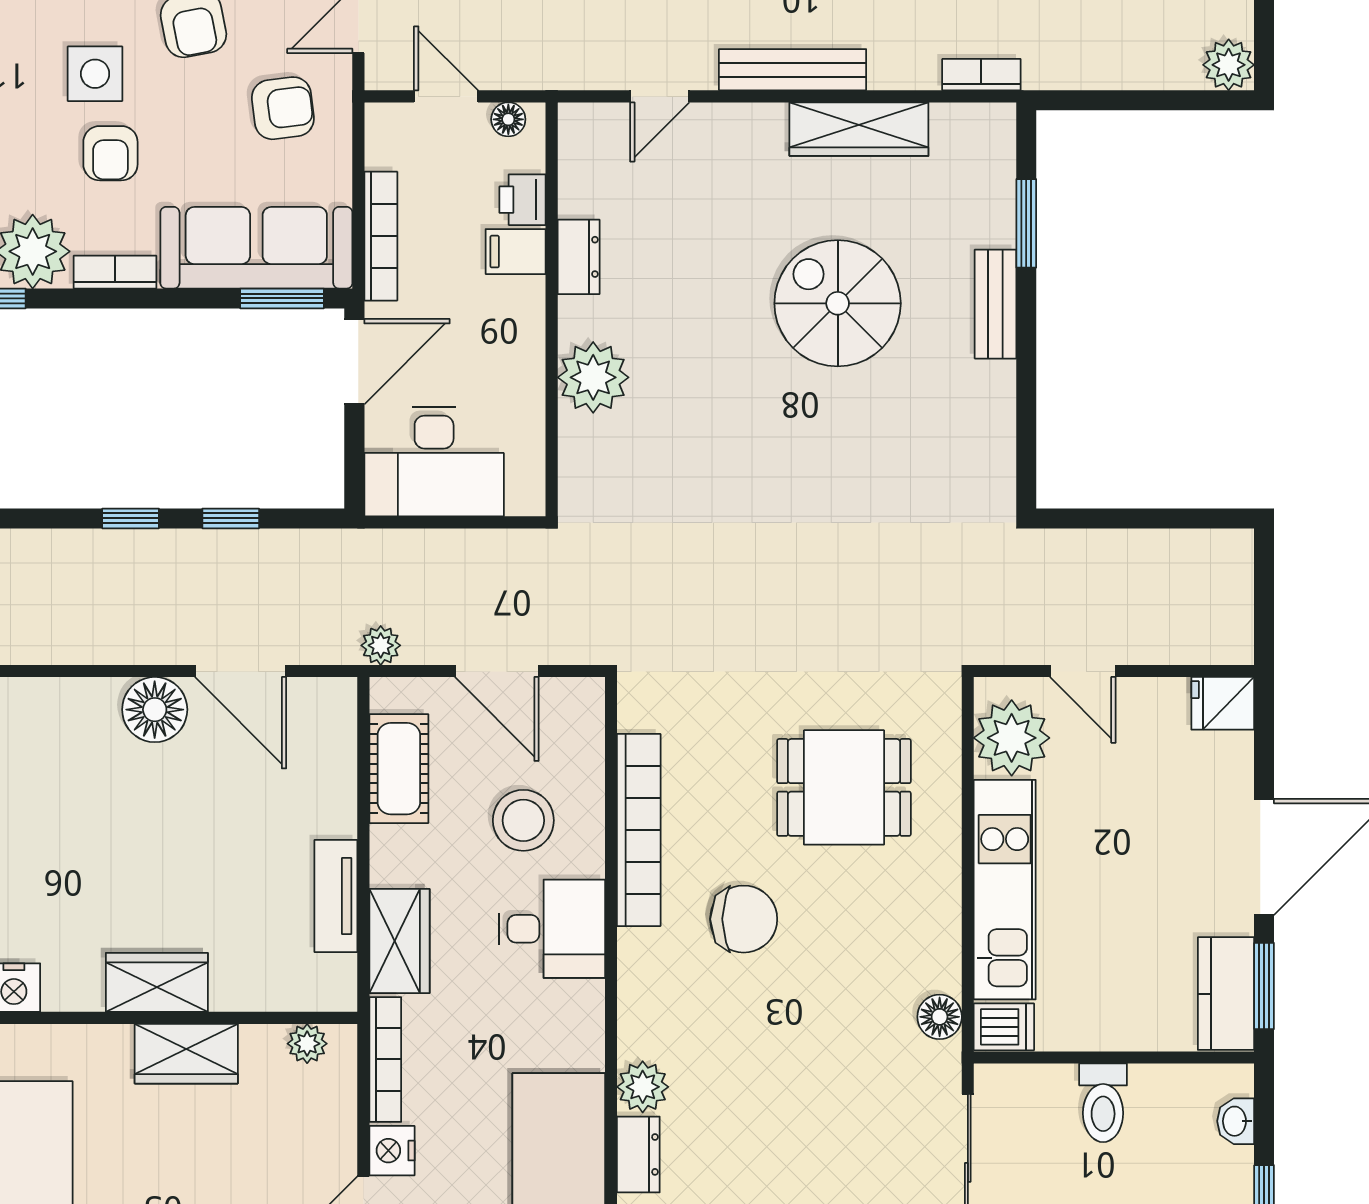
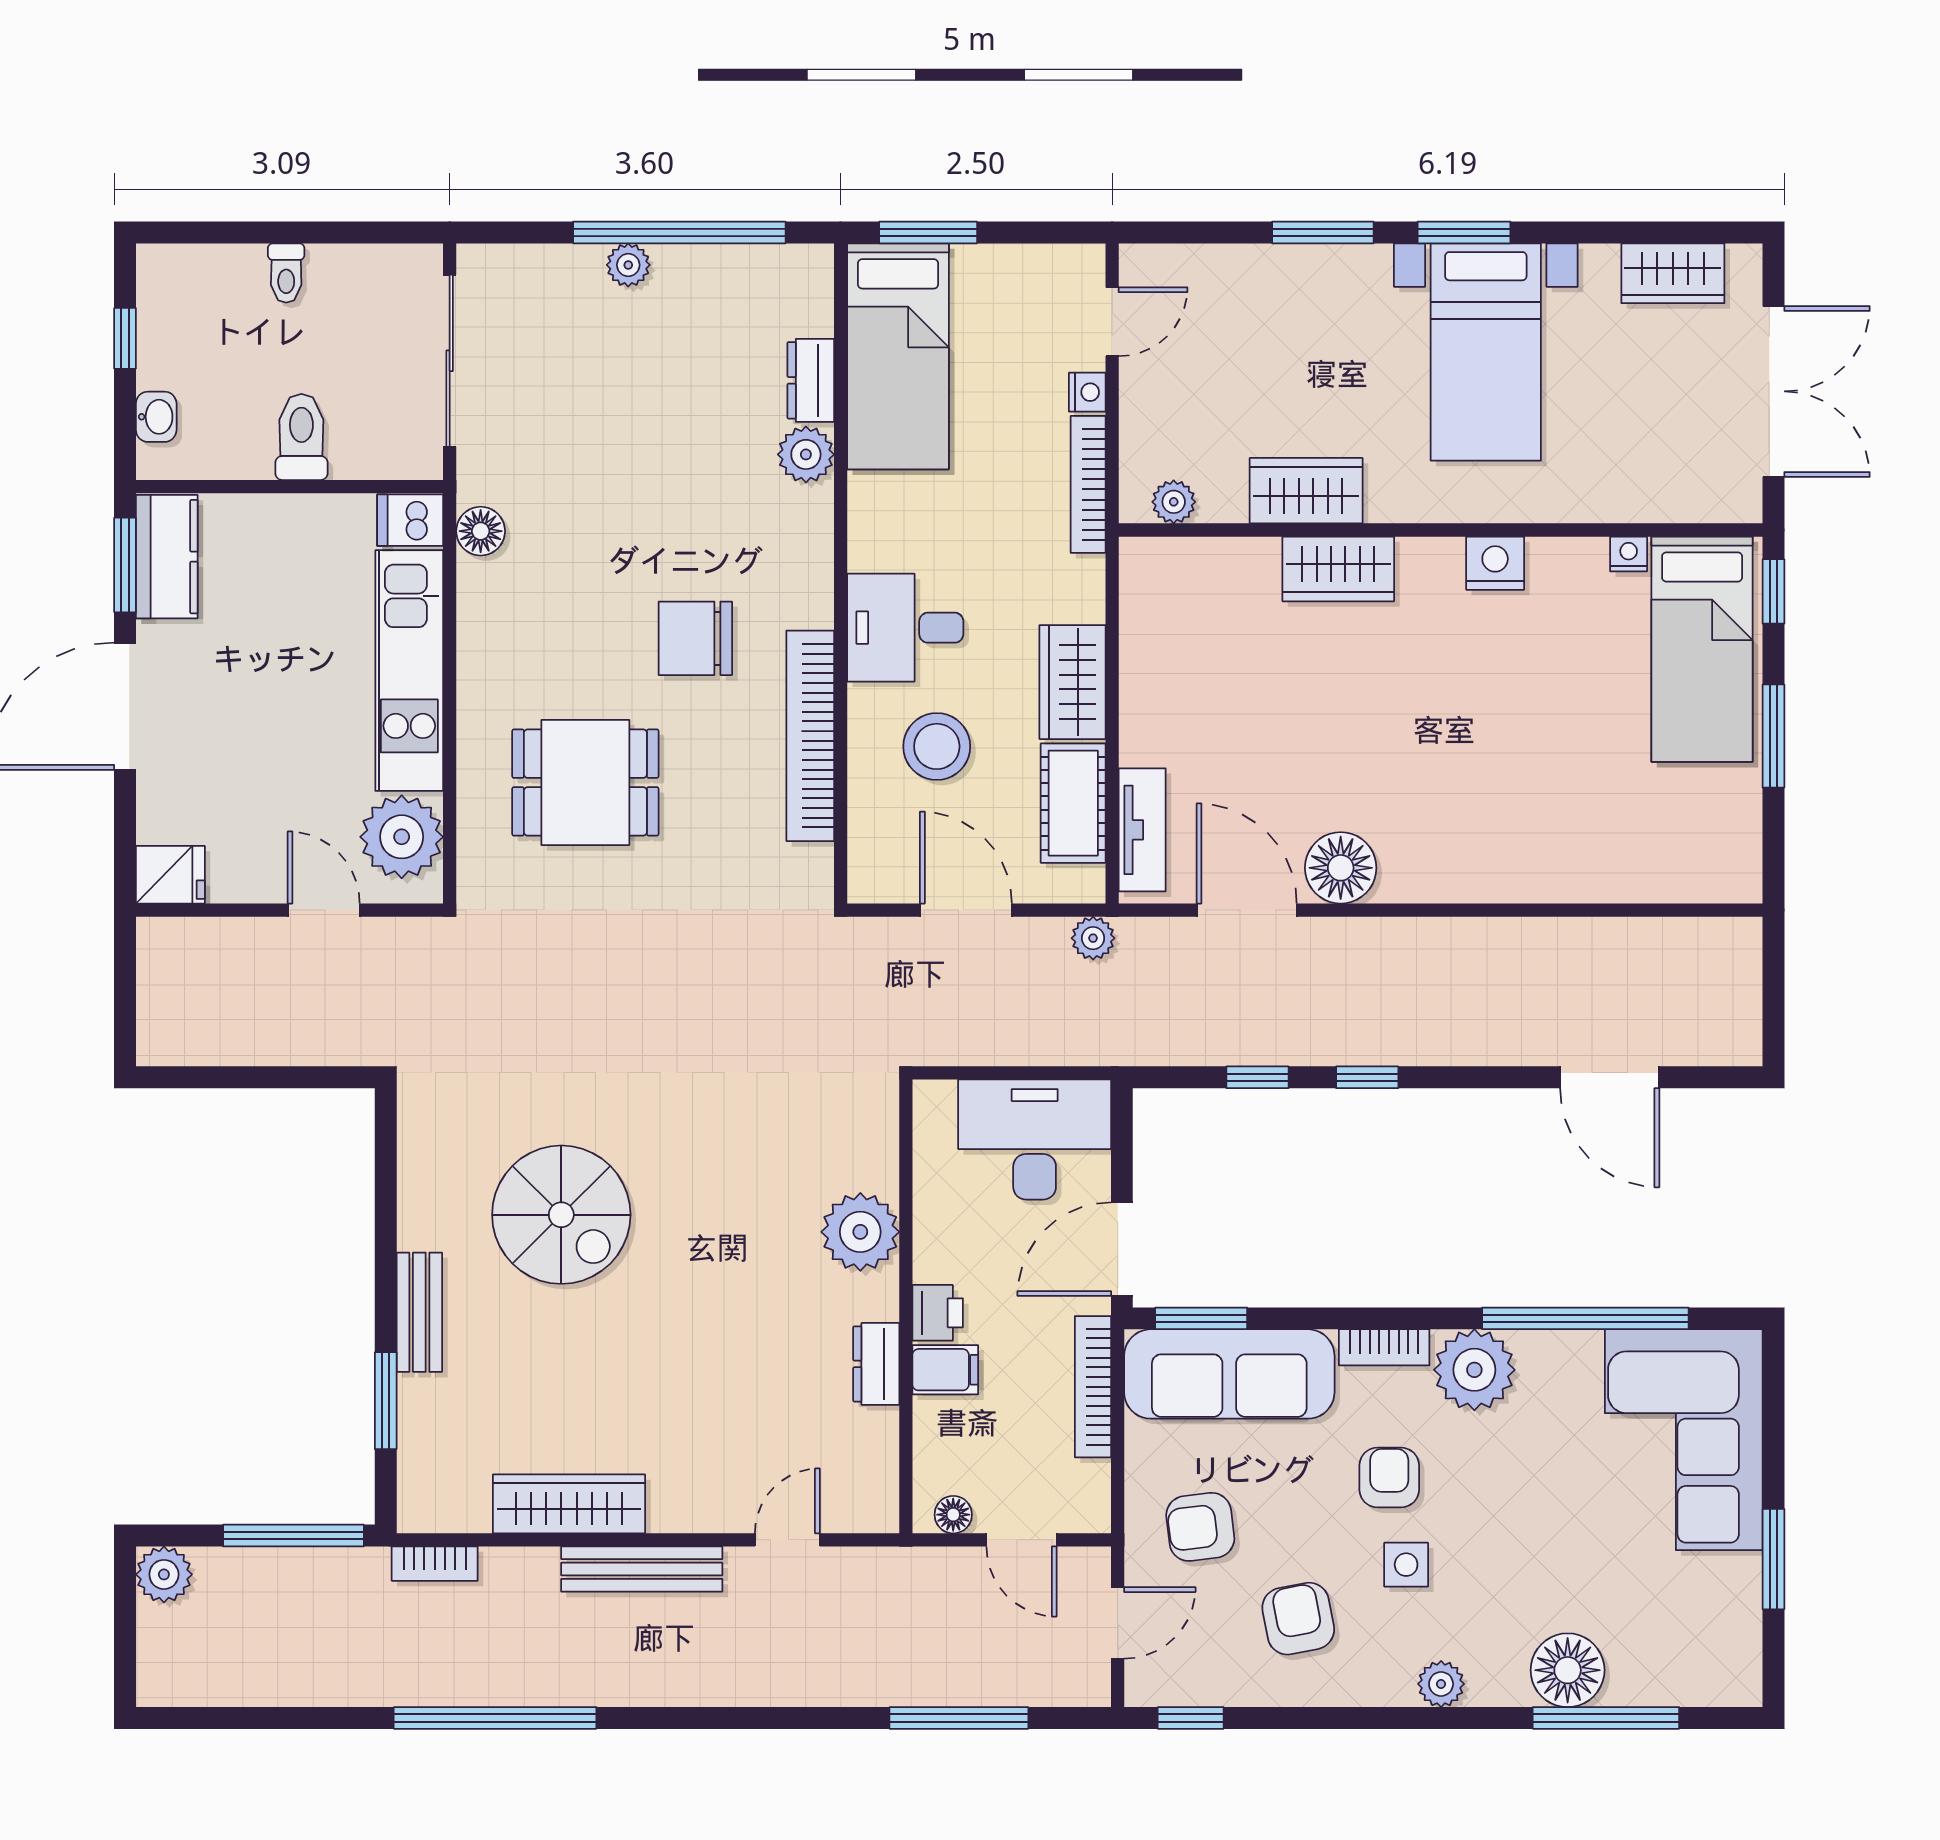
side table: (95, 74) -> (1406, 1565), width x0.73, depth x0.73
window: (1110, 100) -> (293, 1536), added
printer: (523, 200) -> (938, 1313), moved
spiral stairs: (838, 303) -> (561, 1215), moved
tv unit: (336, 896) -> (1142, 830), moved
wardrobe: (399, 941) -> (1072, 682), moved
nightstand: (392, 1151) -> (1087, 392), width x0.72, depth x0.74

